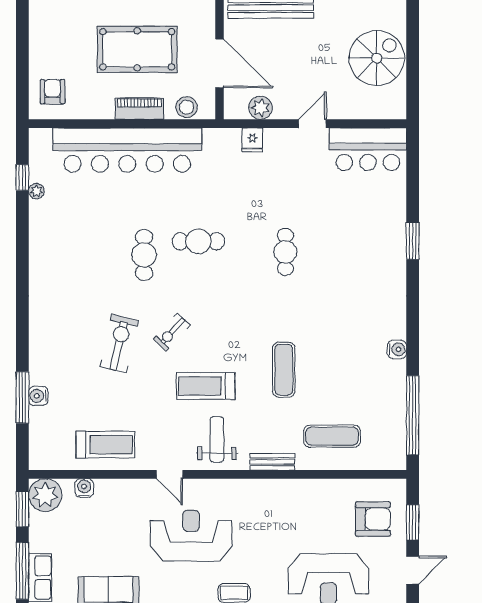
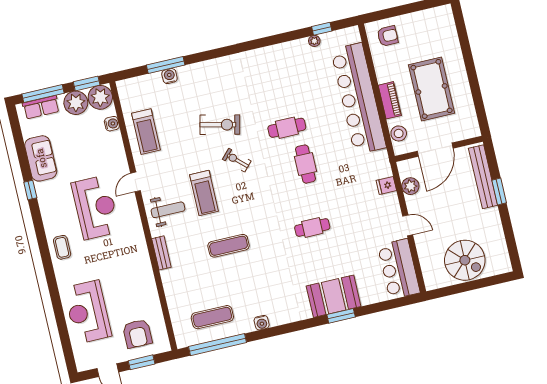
booth: (384, 245) -> (334, 296), added
treadmill: (206, 386) -> (204, 193), turned 180
exercise mat: (332, 436) -> (212, 317), moved, turned 90
plant: (45, 530) -> (76, 103), added

